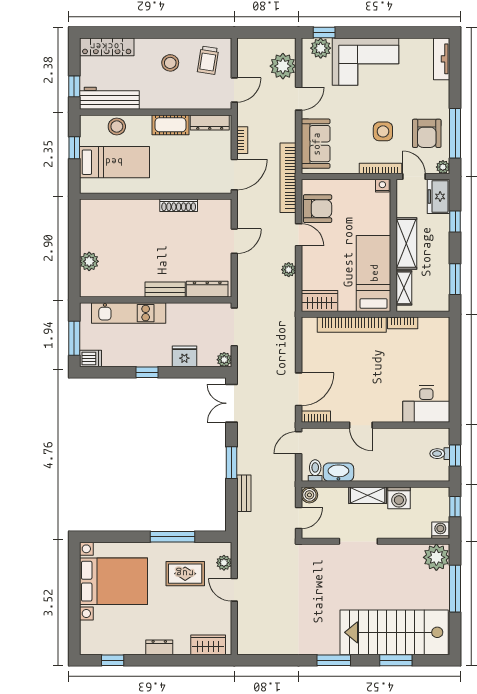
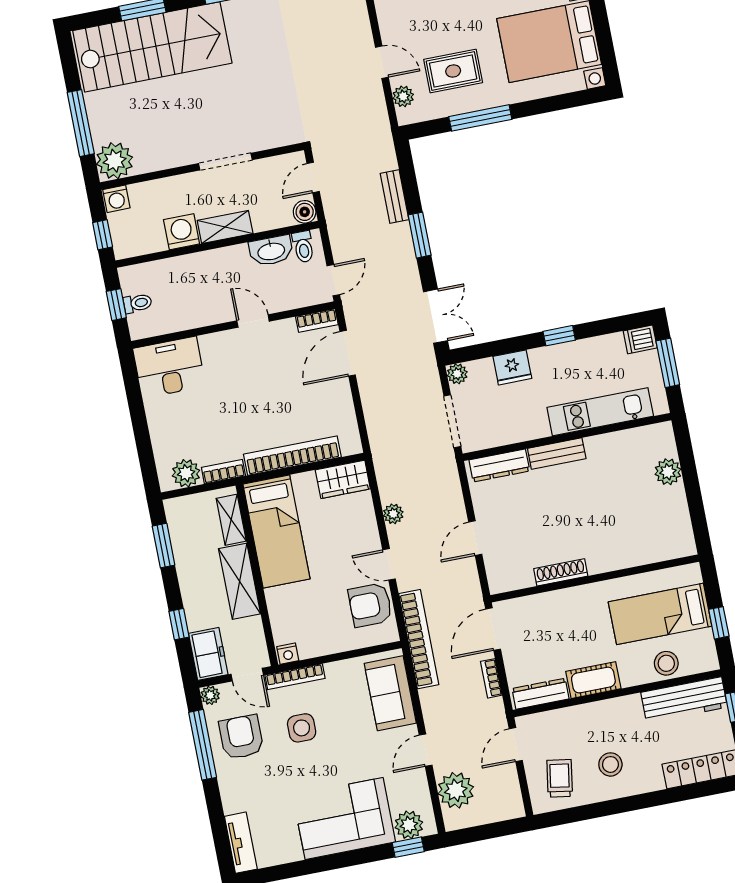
plant: (429, 327) -> (186, 473), added

